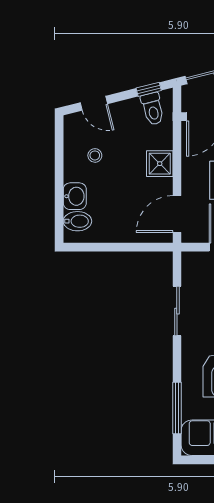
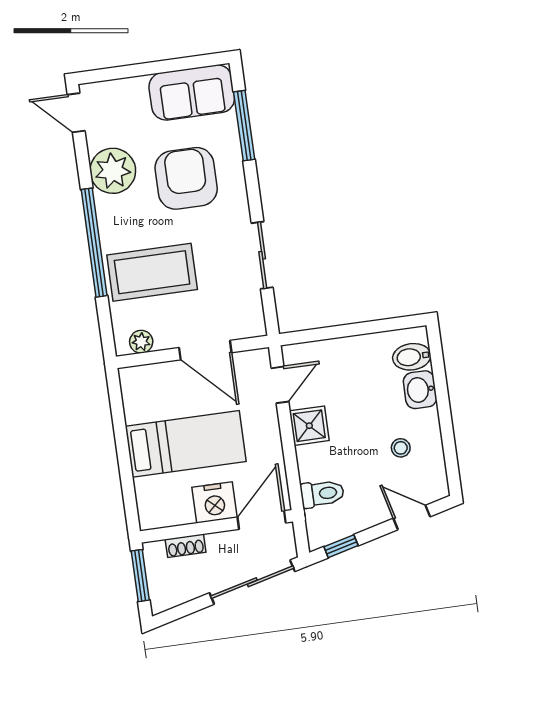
toilet: (153, 109) -> (322, 494), moved, turned 104
shower: (160, 164) -> (309, 426), moved
door: (177, 214) -> (280, 385), width x0.73

